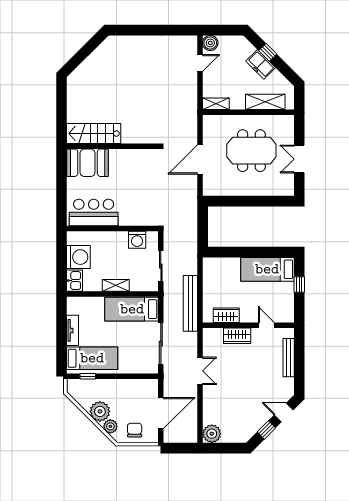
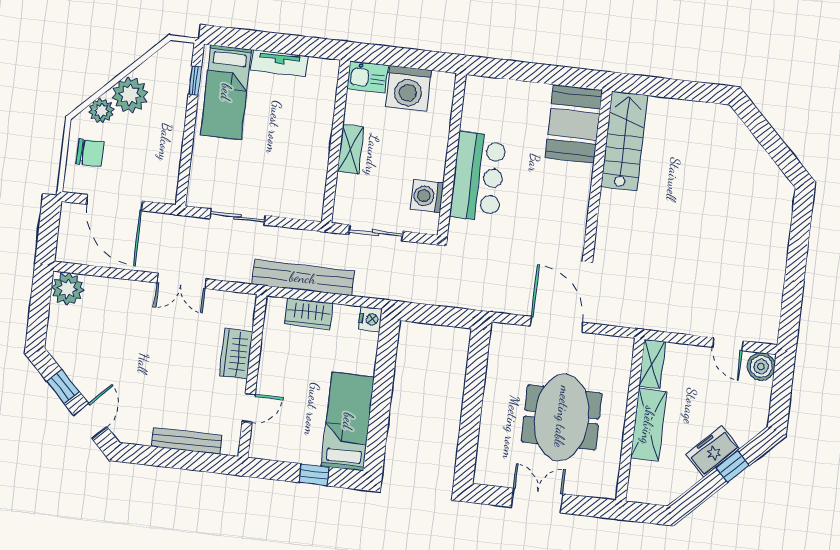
shelving: (265, 102) -> (648, 425), moved
bar counter: (94, 213) -> (478, 176), moved
nightstand: (209, 263) -> (370, 319), added
bed: (132, 309) -> (305, 172), removed
wardrobe: (226, 315) -> (309, 314), moved, turned 90
sliding door: (161, 344) -> (238, 217), width x0.73

